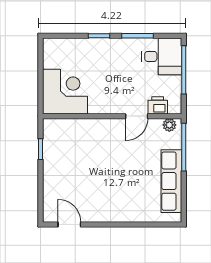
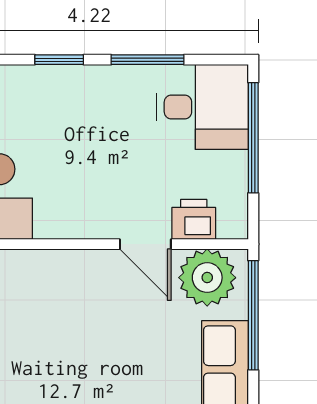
door: (137, 116) -> (145, 244), hinge flipped
plant: (169, 125) -> (207, 278), width x1.88, depth x1.88

